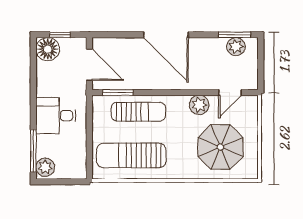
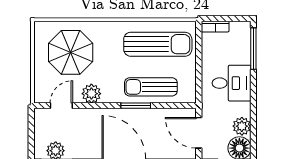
window: (118, 93) -> (136, 106), moved
plant: (45, 167) -> (242, 126), moved
bookcase: (73, 174) -> (215, 27), added

